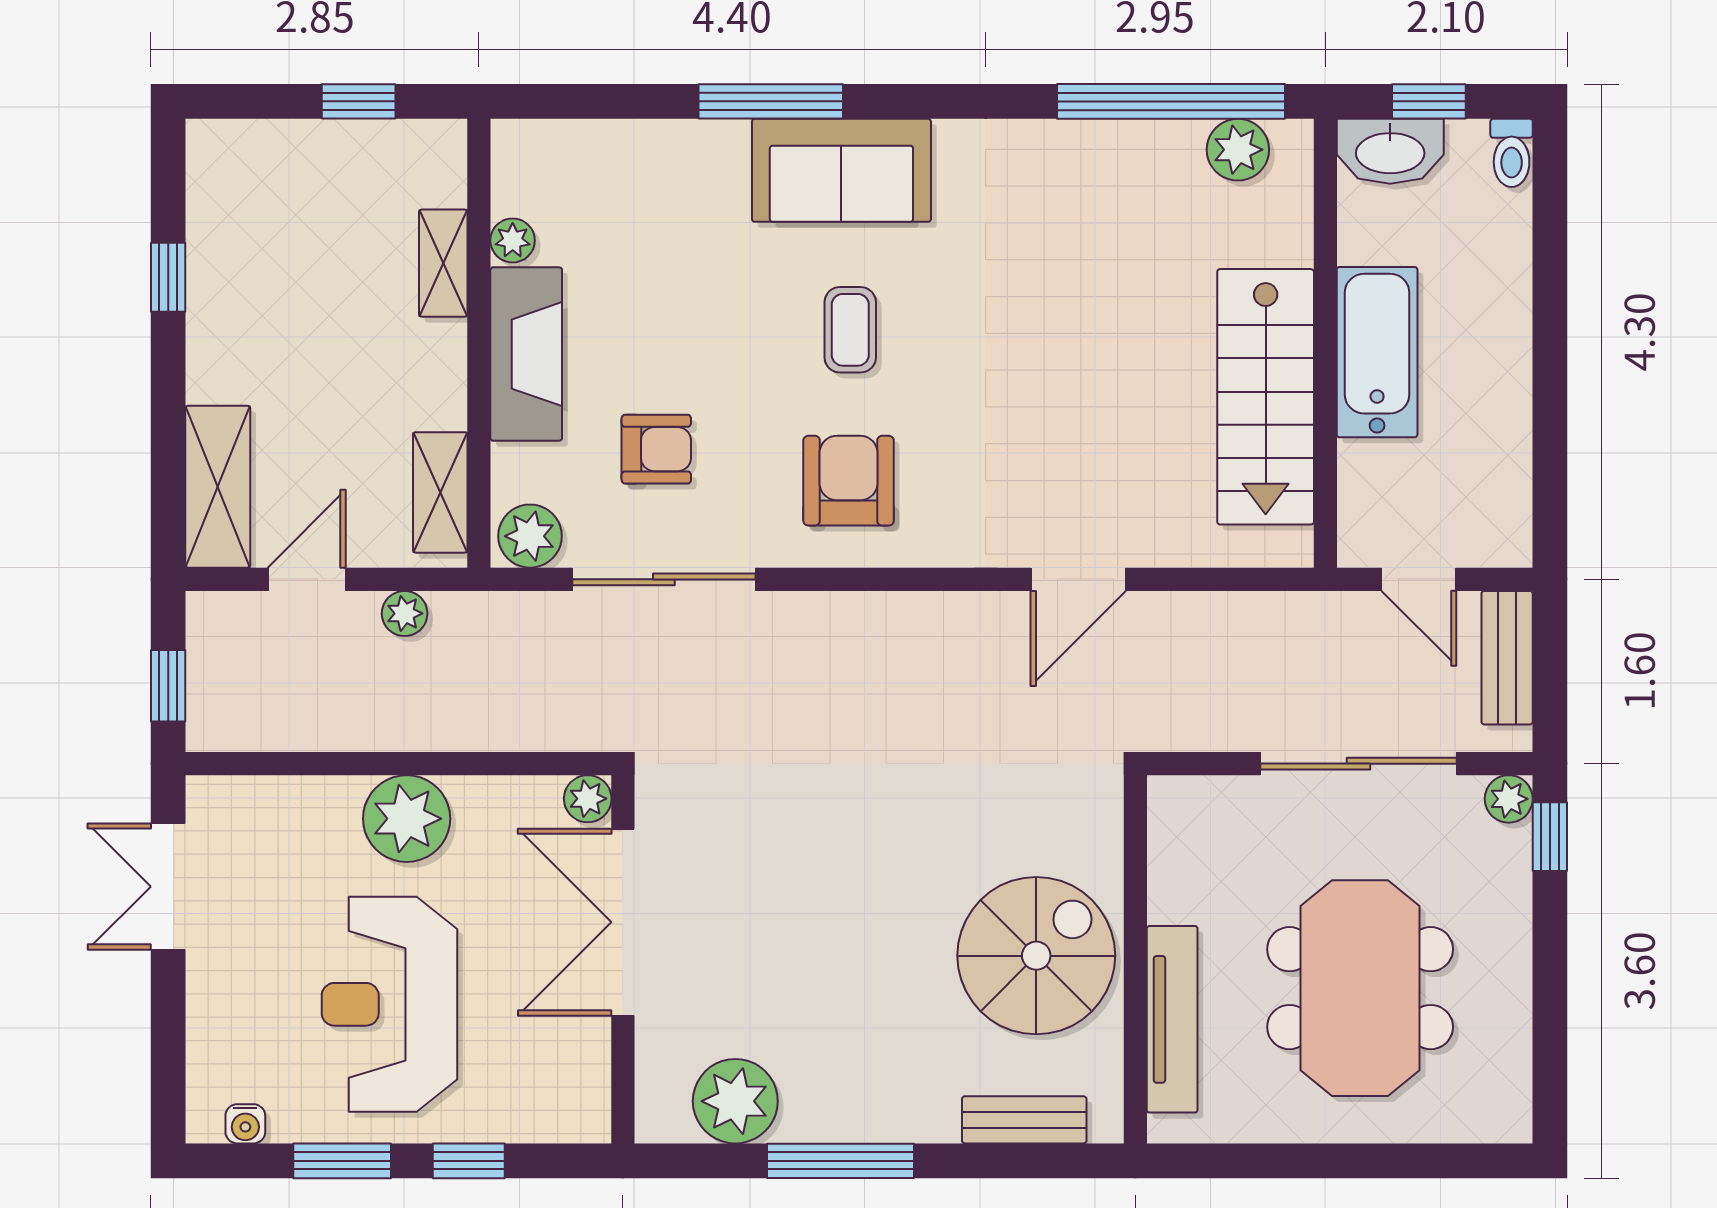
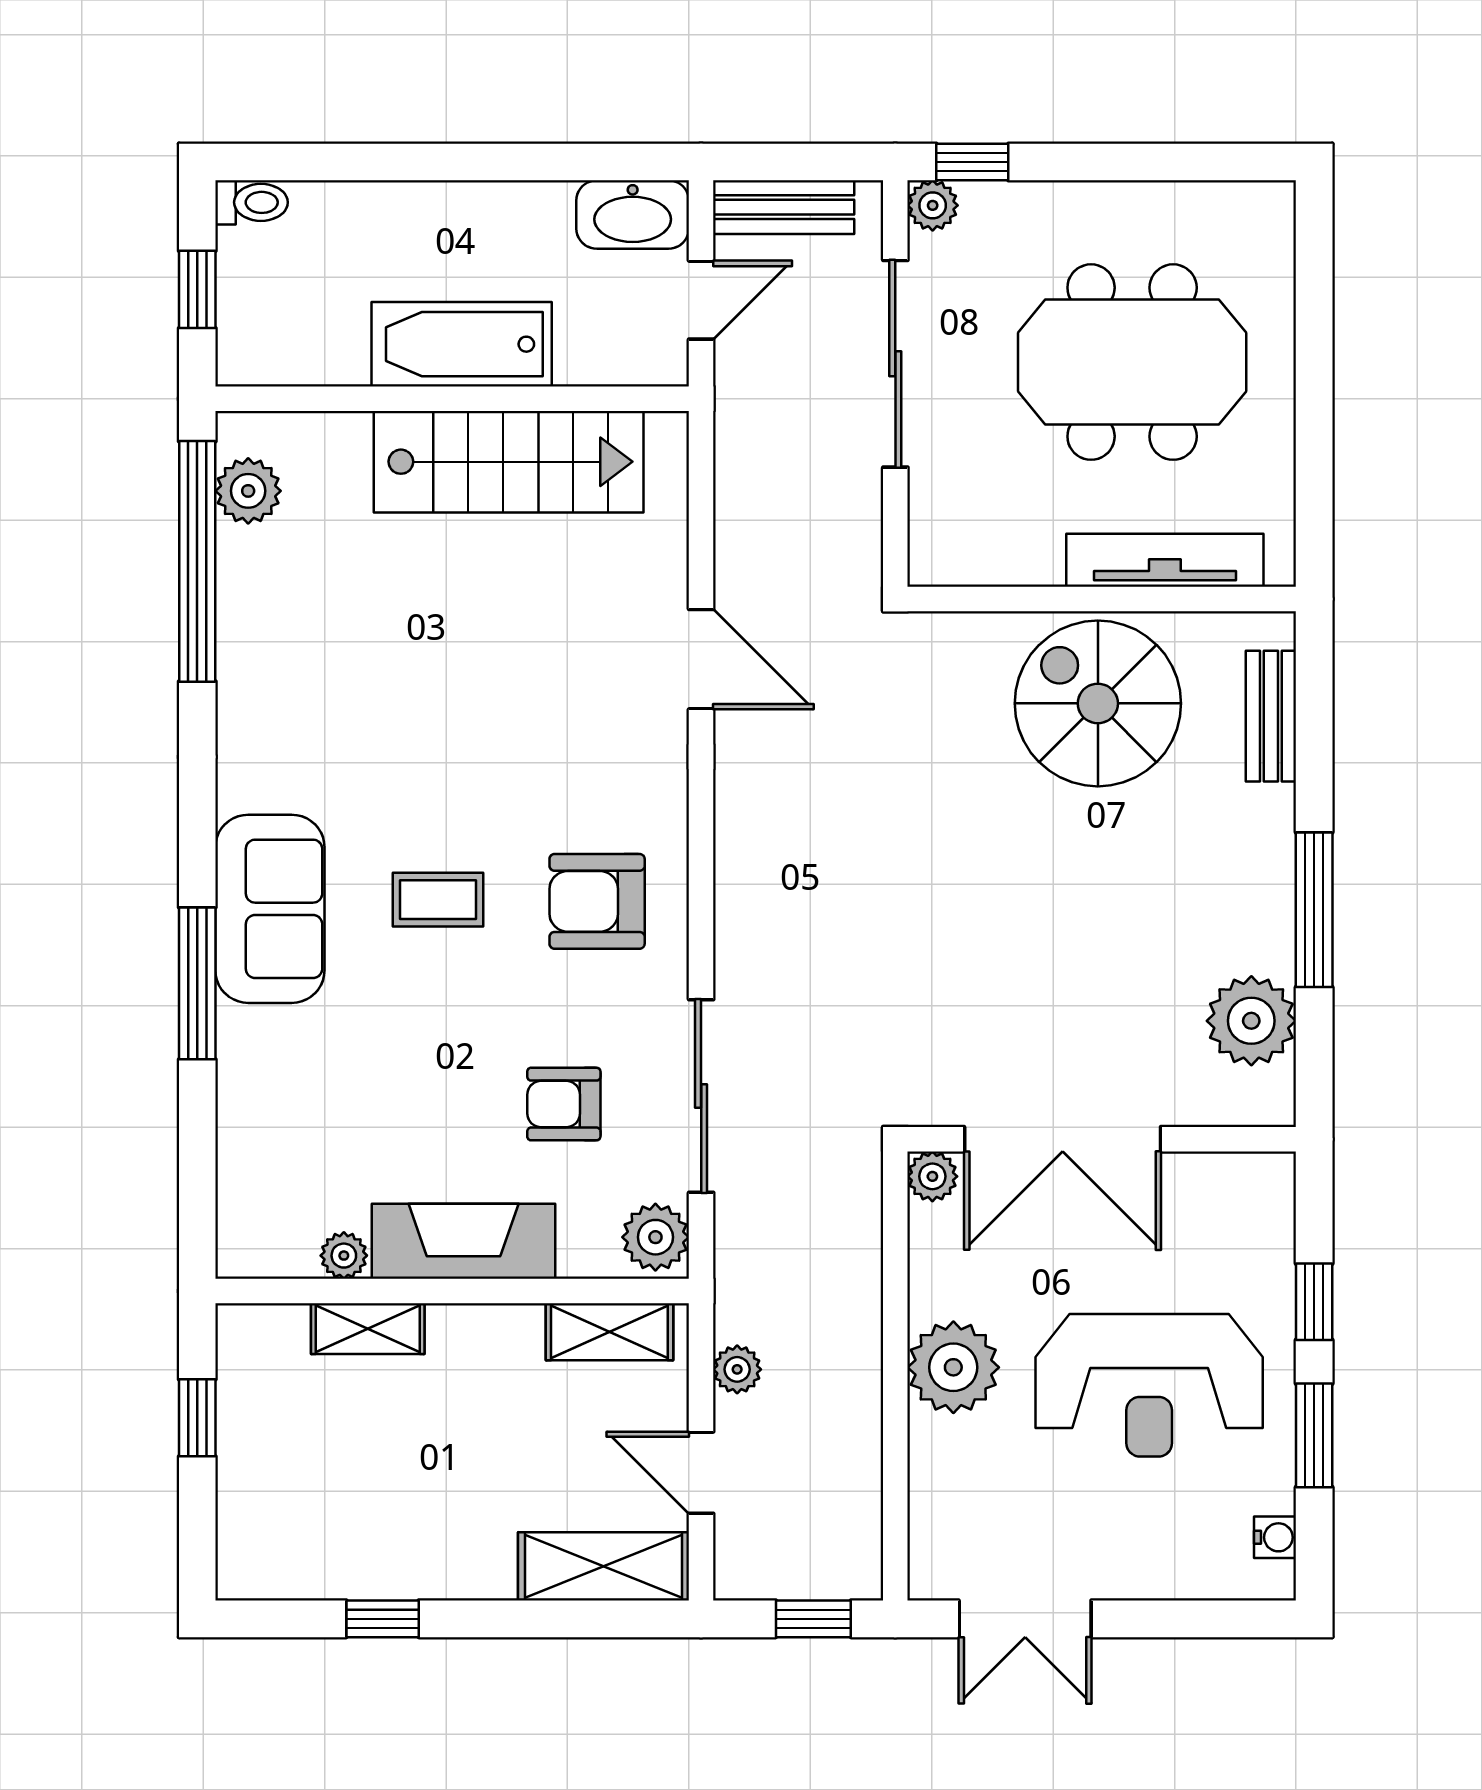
washbasin: (1390, 151) -> (633, 215), moved, turned 90
armchair: (656, 449) -> (564, 1104), turned -90

